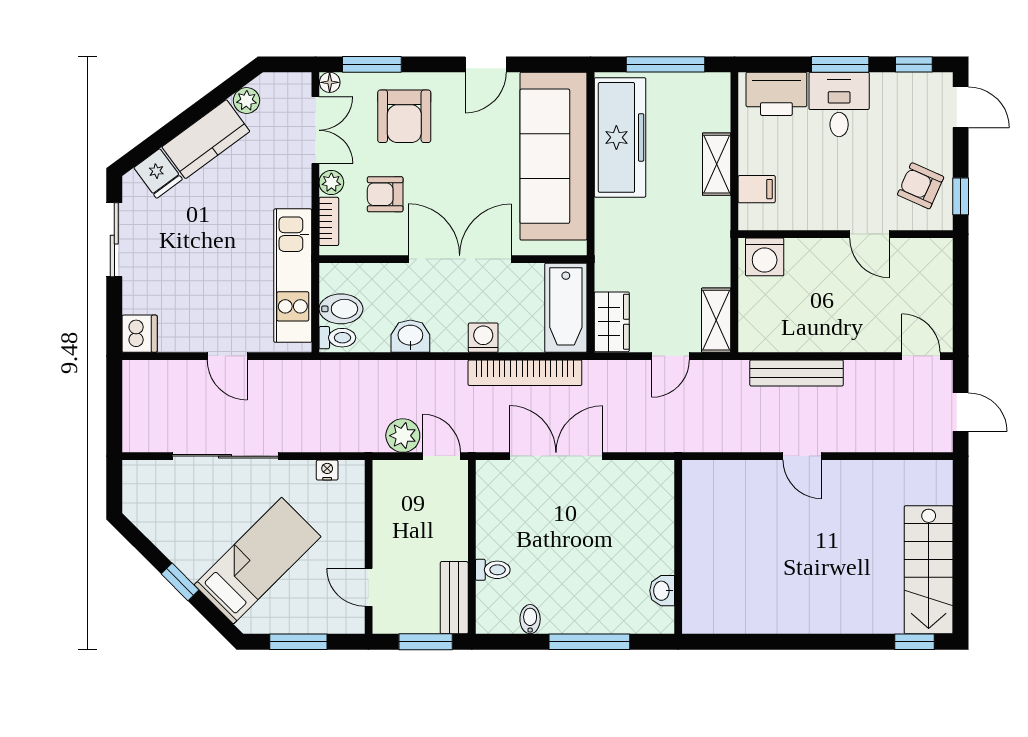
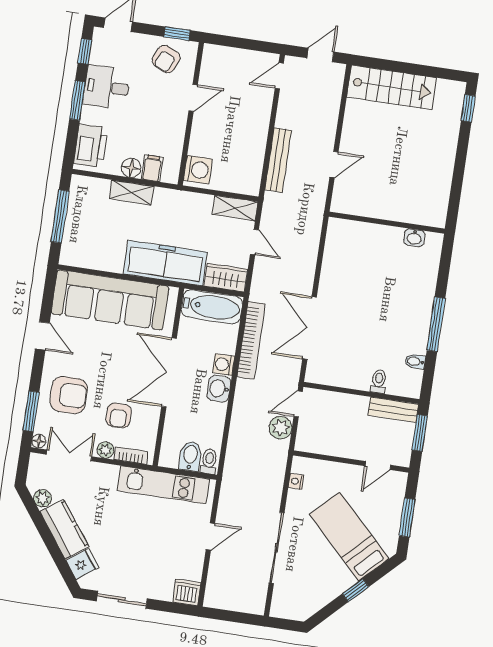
desk: (839, 104) -> (107, 87), moved
freezer: (620, 137) -> (165, 263), moved
floor lamp: (753, 158) -> (131, 168), added
washbasin: (410, 336) -> (219, 389), moved
wall: (678, 547) -> (387, 223), moved
stairs: (929, 570) -> (392, 87), moved
washbasin: (662, 591) -> (414, 238), moved

